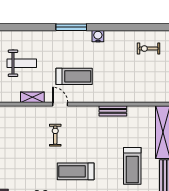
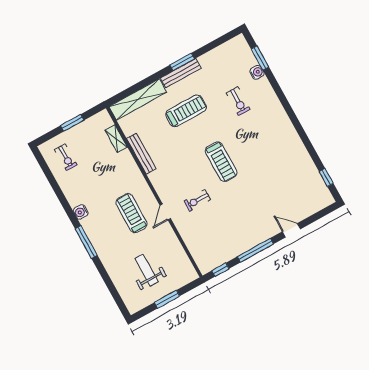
shelving: (32, 97) -> (116, 139), moved
bench: (113, 111) -> (141, 154), width x1.36

